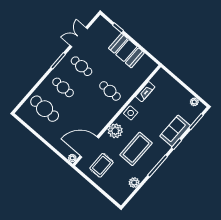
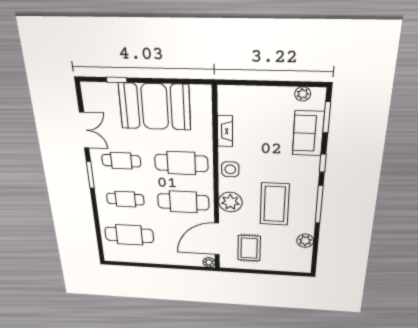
double door: (79, 37) -> (84, 130), swing flipped
booth: (126, 51) -> (155, 107), width x1.36, depth x1.42
cafe table: (110, 91) -> (181, 163), width x1.37, depth x1.35
cafe table: (92, 112) -> (183, 202), added
sofa: (175, 131) -> (308, 133), moved

